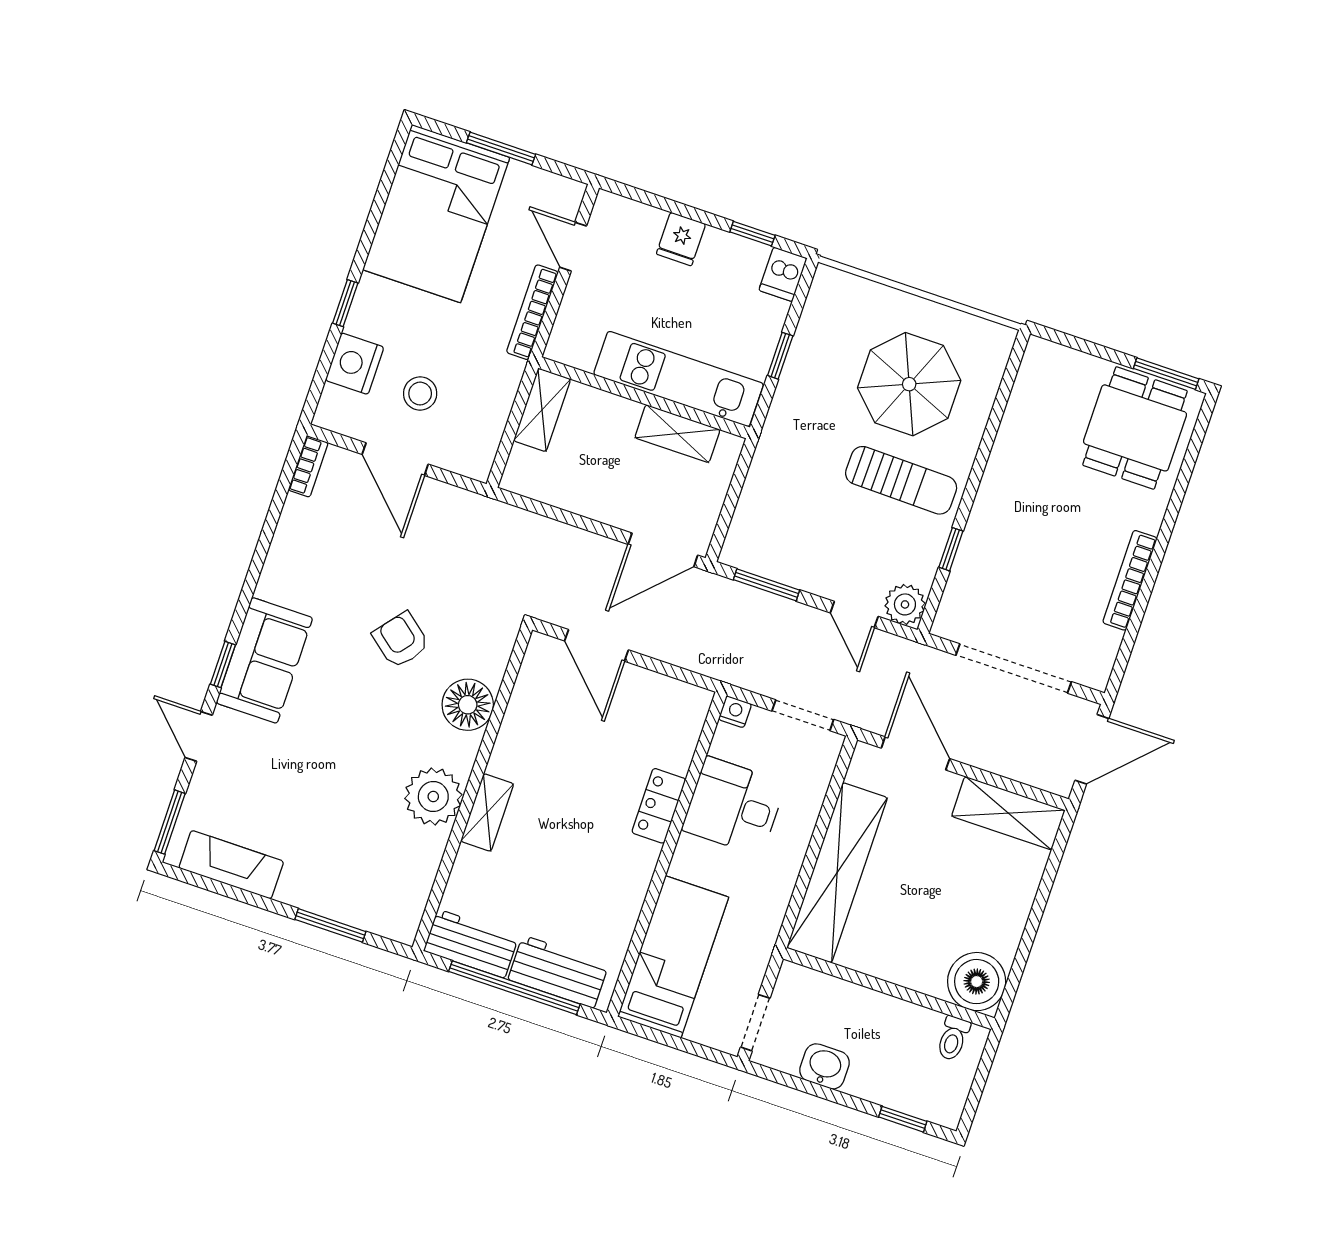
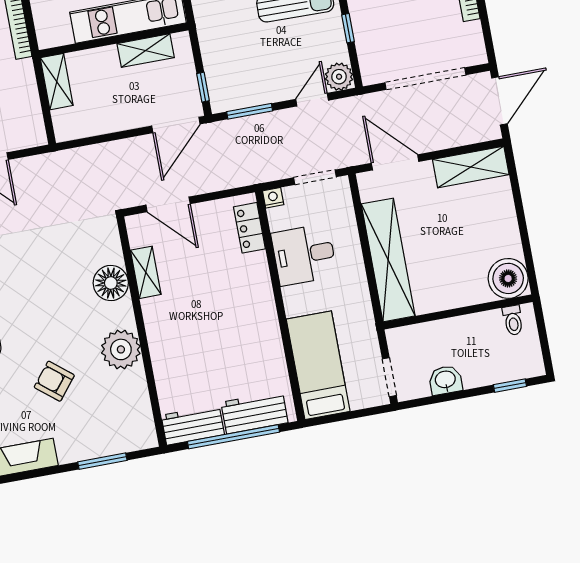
window: (724, 521) -> (203, 87), added
door: (854, 615) -> (312, 100), swing flipped
armchair: (401, 640) -> (54, 381), moved
locker: (659, 806) -> (249, 228), moved
shelving: (487, 812) -> (146, 272), moved

